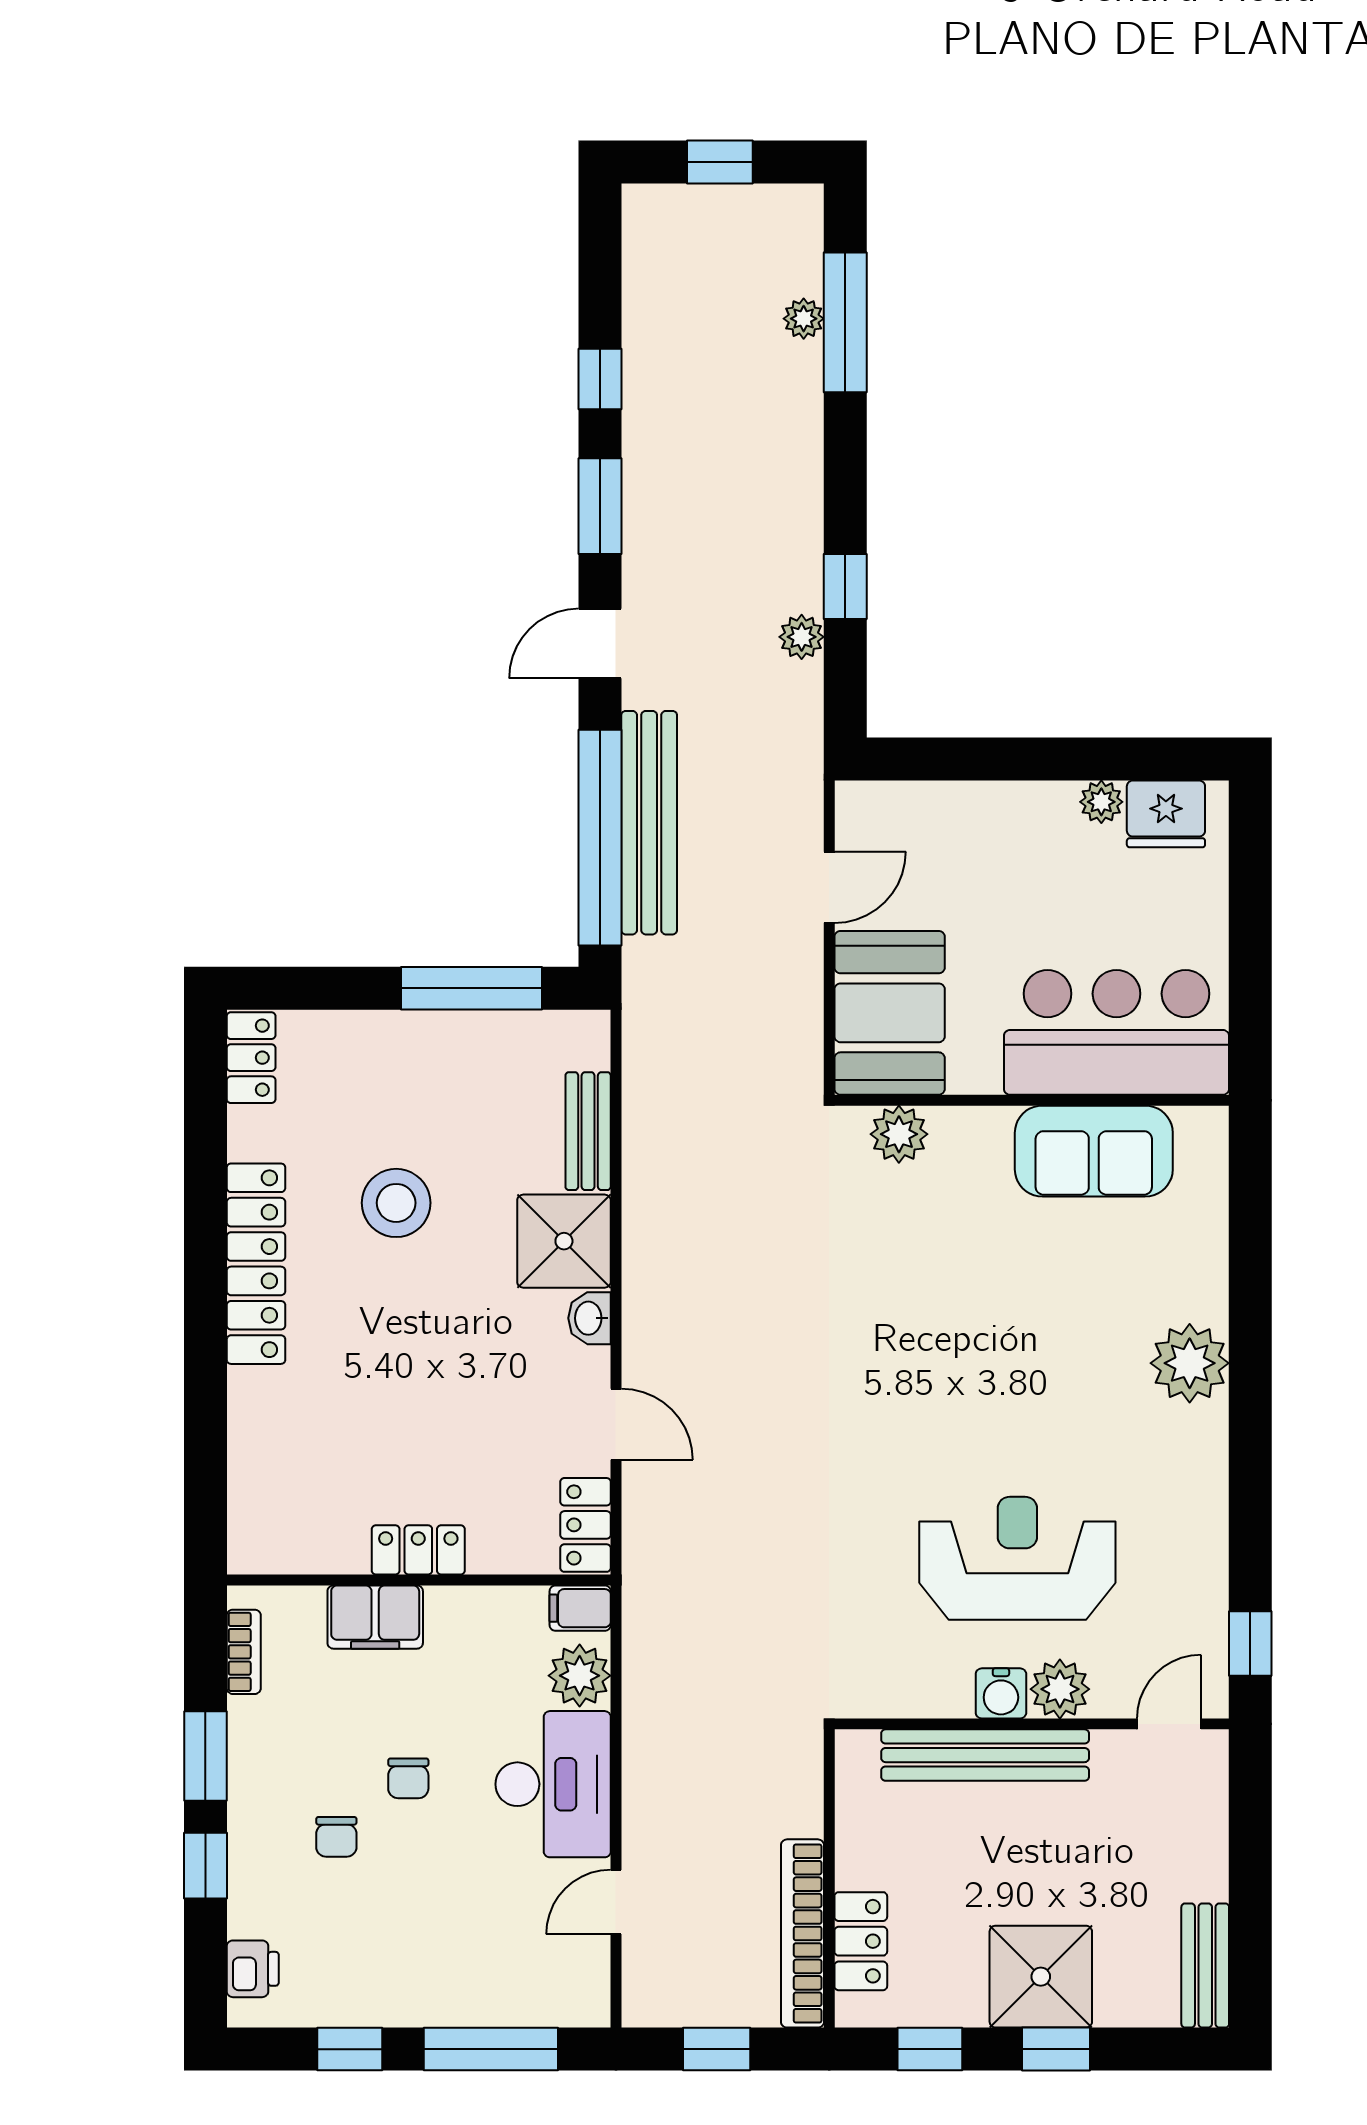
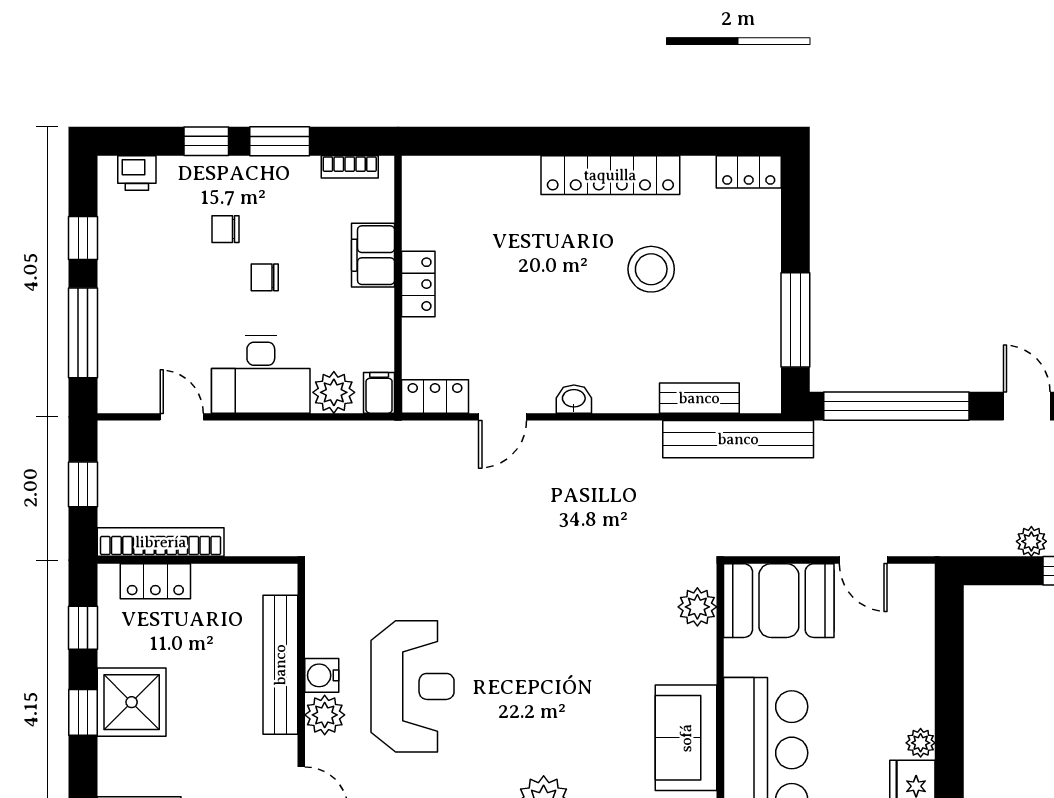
bench: (649, 823) -> (738, 439), moved
shower: (564, 1241) -> (626, 382), removed

